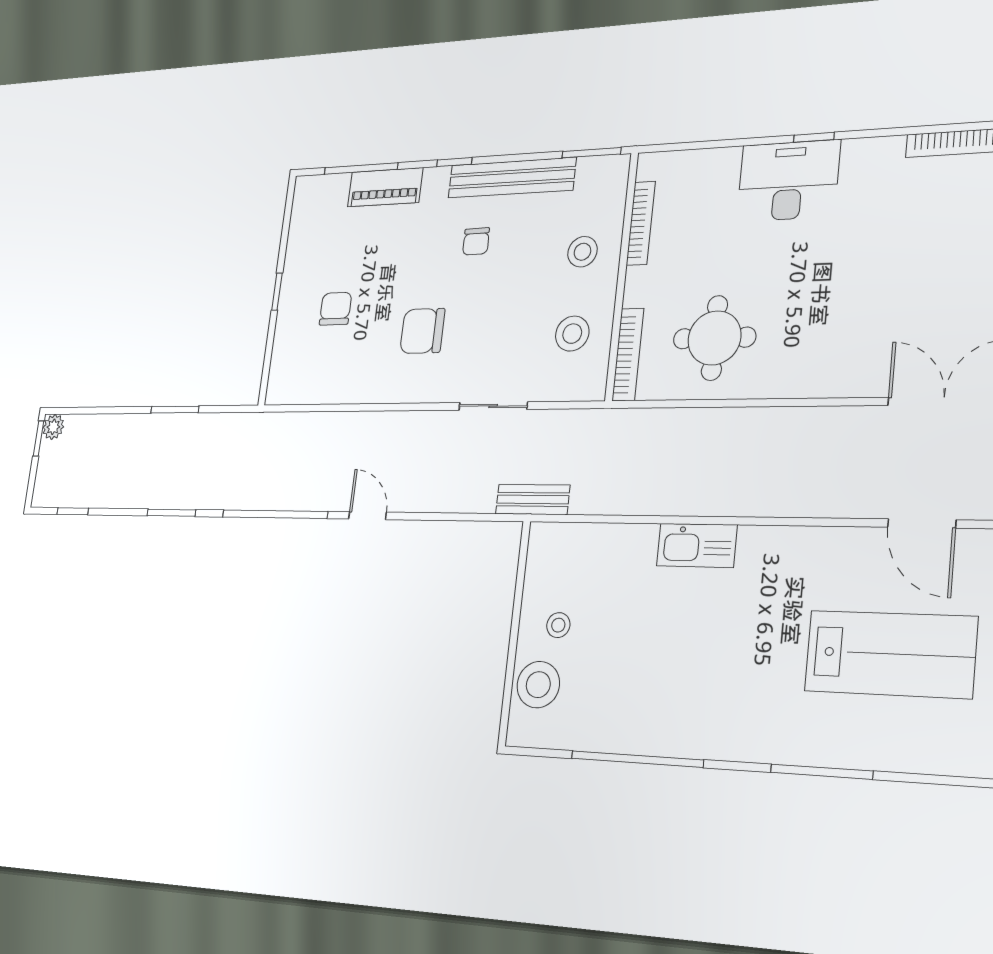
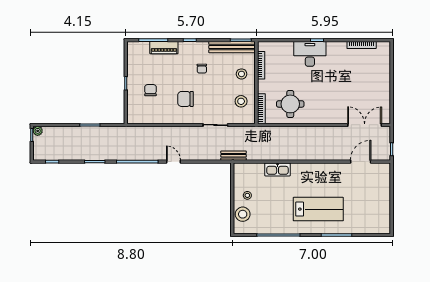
bench: (512, 178) -> (232, 47), moved
door: (922, 524) -> (361, 162), swing flipped
kitchen sink: (697, 545) -> (278, 169), moved
lab bench: (890, 654) -> (318, 209), moved

